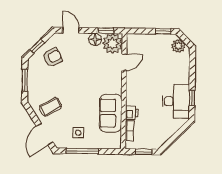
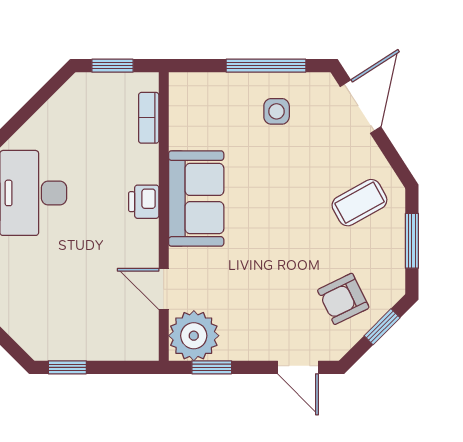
floor lamp: (95, 39) -> (237, 345), removed
plant: (178, 46) -> (29, 331), removed
door: (124, 62) -> (164, 289), hinge flipped
coffee table: (51, 107) -> (359, 203), moved
sofa: (111, 113) -> (196, 199), moved
printer: (132, 113) -> (144, 202), moved

